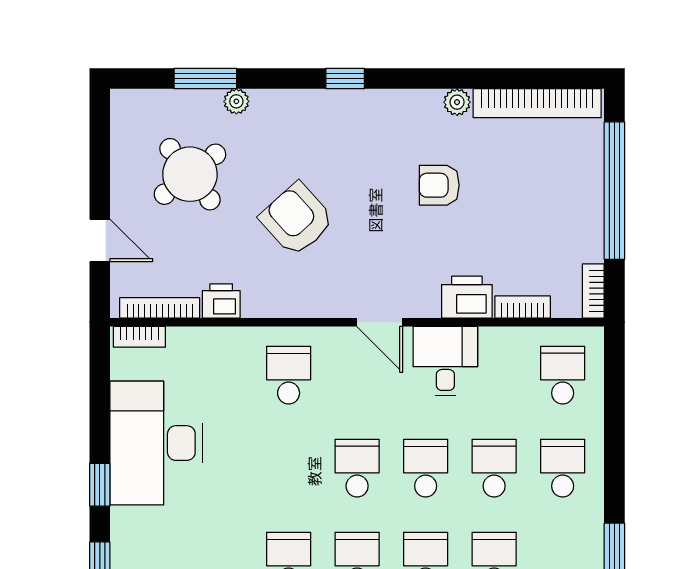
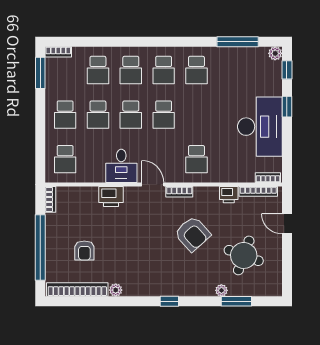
round table: (190, 174) -> (244, 255), turned -32
armchair: (439, 185) -> (84, 251), moved, turned 90
bookcase: (523, 307) -> (179, 192), moved

